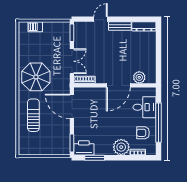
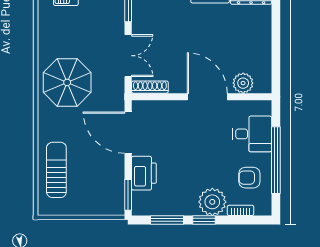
door: (118, 85) -> (207, 97), swing flipped
sun lounger: (33, 115) -> (56, 170), moved
printer: (84, 148) -> (144, 173), moved, turned 90
window: (116, 158) -> (204, 220), added

